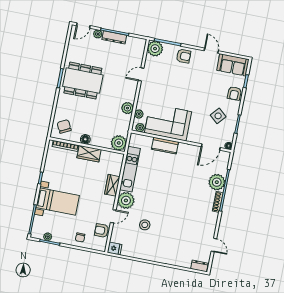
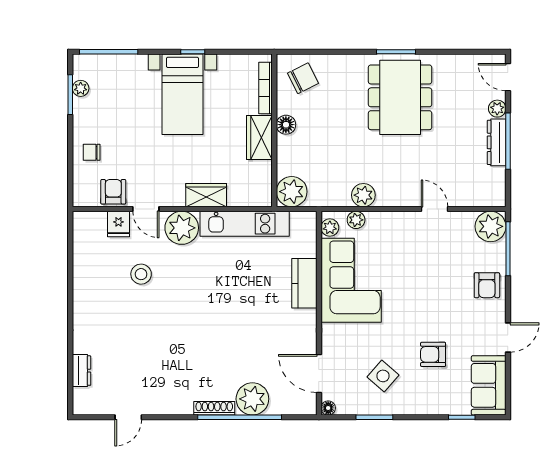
armchair: (234, 93) -> (433, 354), moved
bed with nightstands: (58, 201) -> (182, 94), moved
fridge: (115, 248) -> (118, 224), moved
dresser: (199, 266) -> (81, 371), moved

